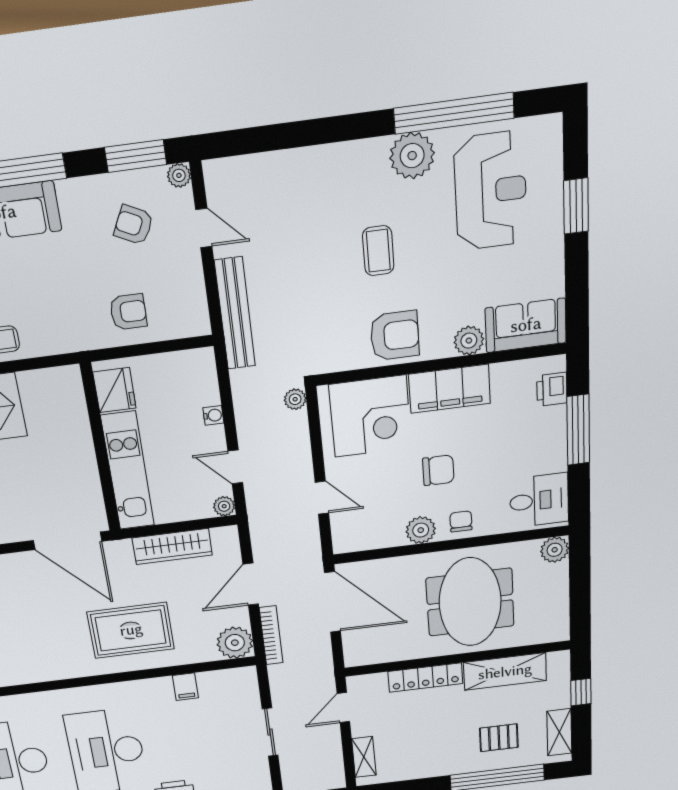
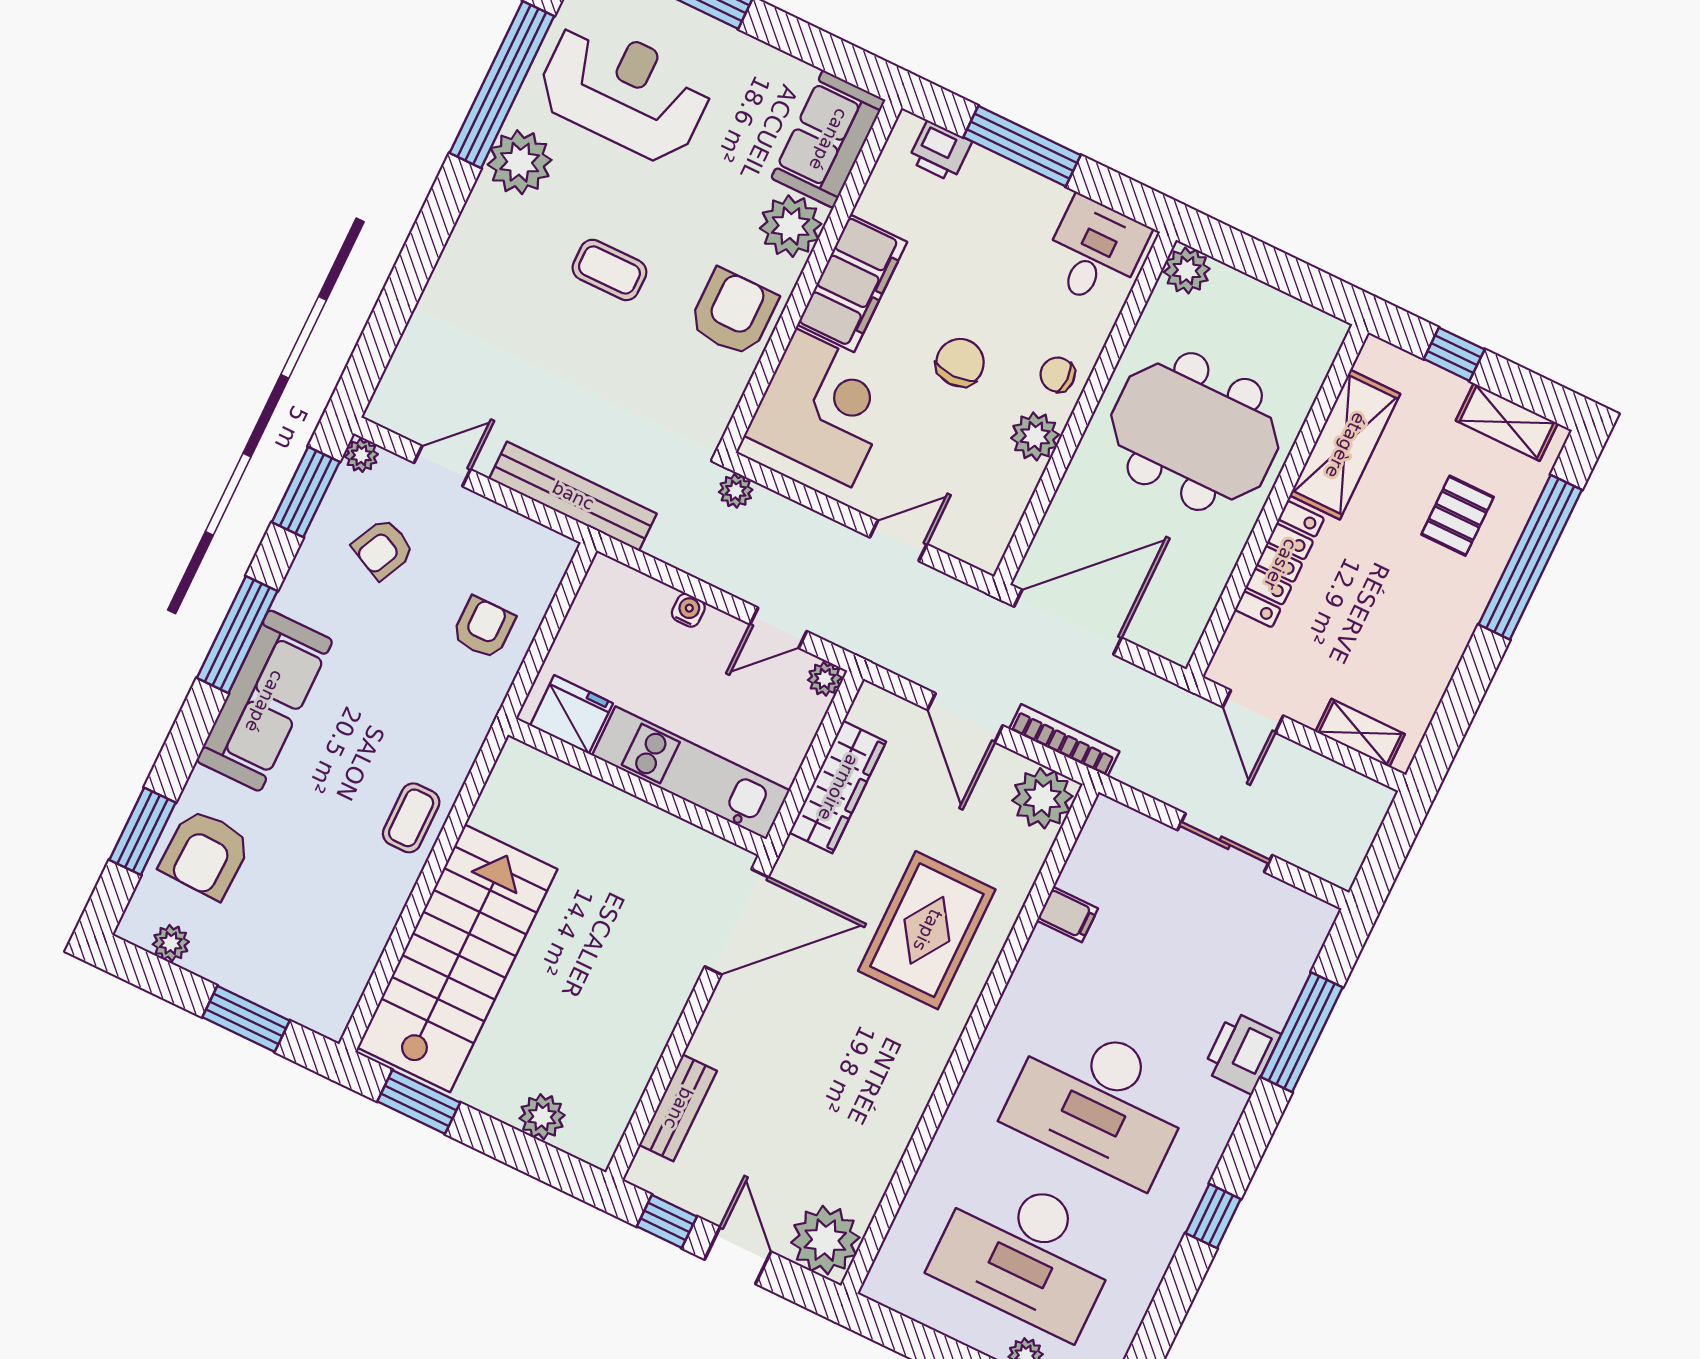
plant: (469, 341) -> (791, 226), width x1.36, depth x1.36

